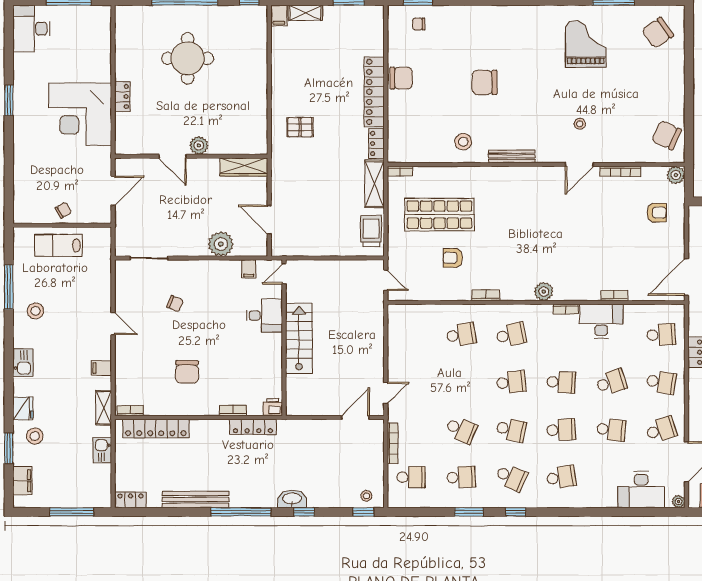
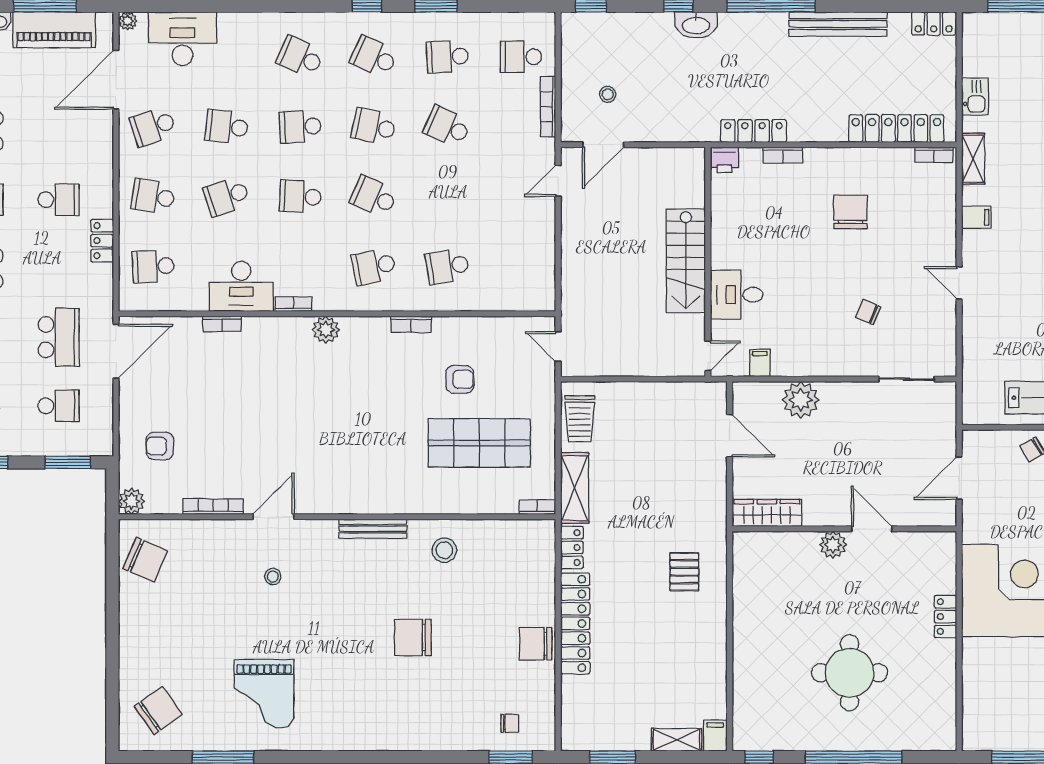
chair: (485, 82) -> (413, 637), turned 180
pallet: (300, 127) -> (684, 572), turned 90
school desk: (511, 382) -> (374, 197), turned 30
school desk: (561, 477) -> (300, 57), turned 33
stool: (366, 496) -> (608, 94), moved

